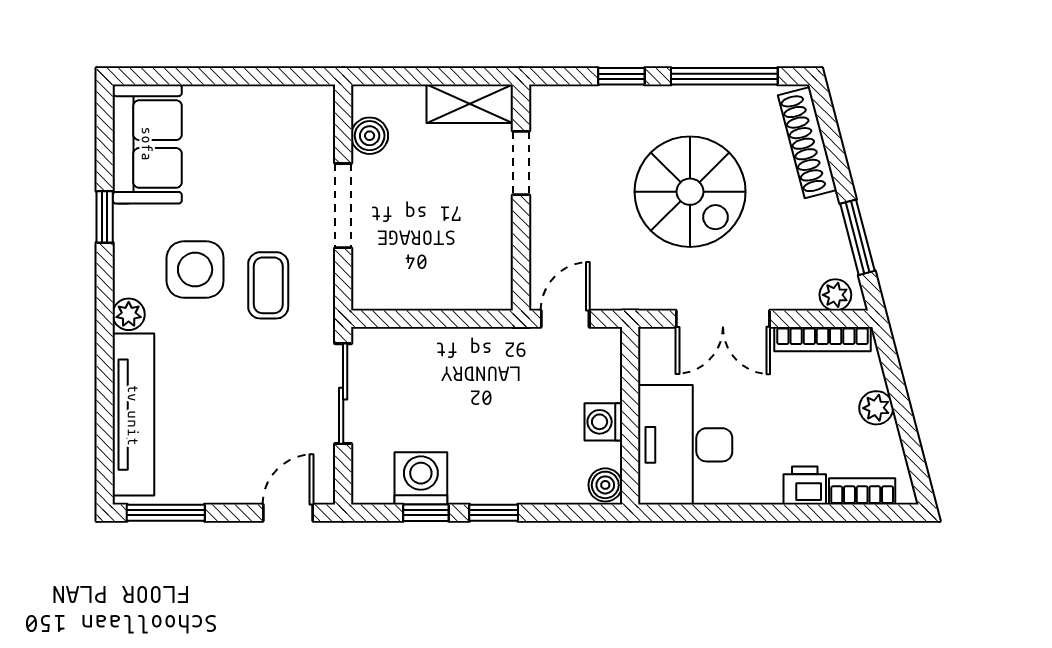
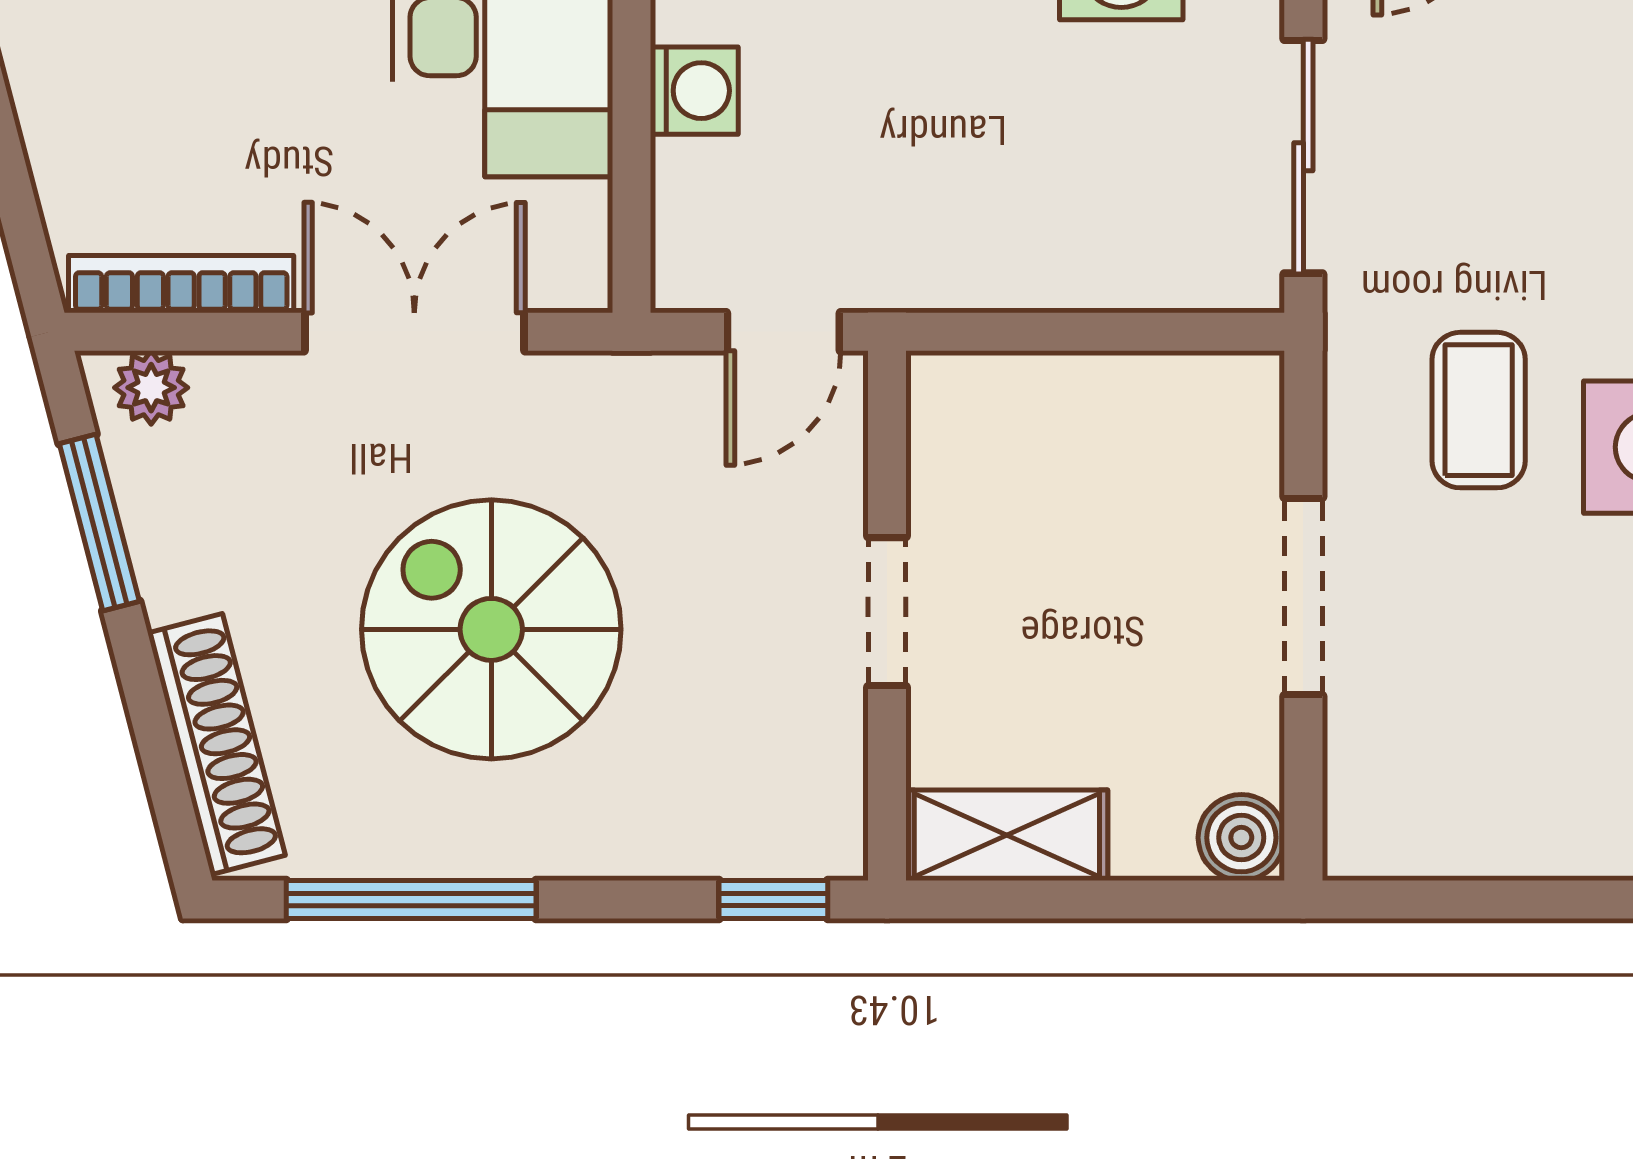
window: (621, 76) -> (773, 900), moved
boiler: (370, 136) -> (1241, 838), moved
doorway: (521, 163) -> (887, 612), moved
plant: (876, 408) -> (56, 123), removed

